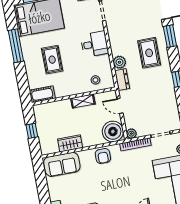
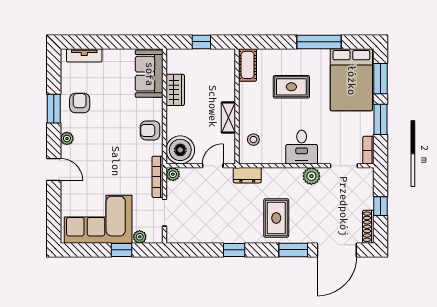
rug: (149, 53) -> (276, 218), turned 90
plant: (119, 62) -> (311, 176), moved

